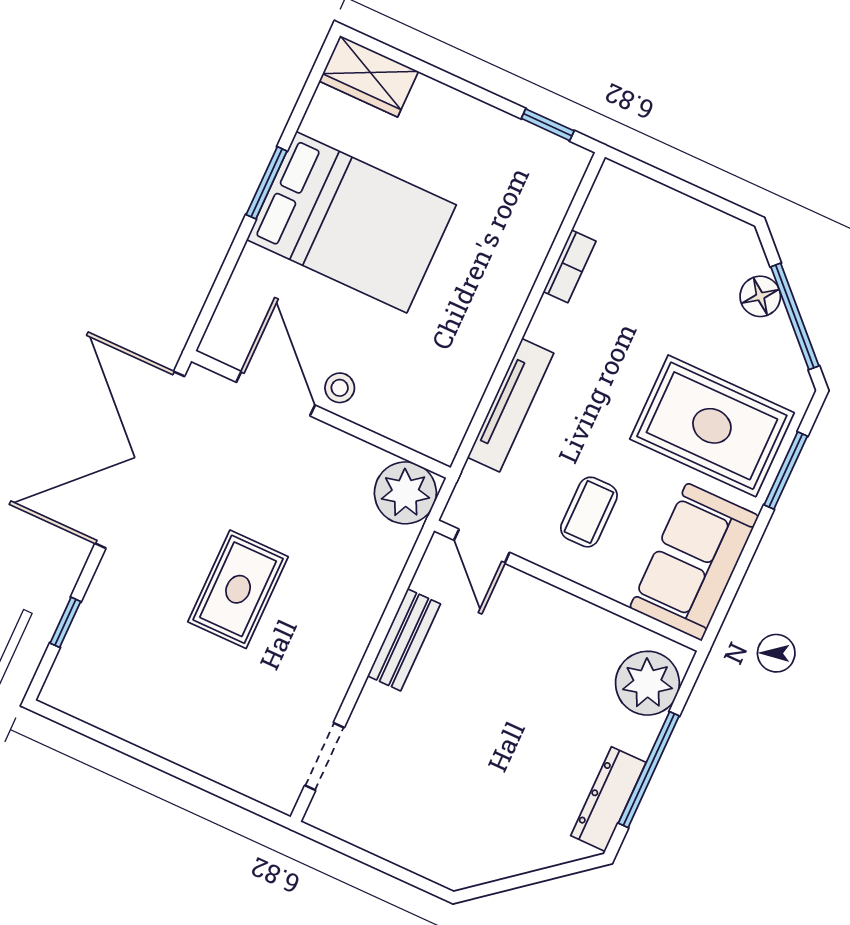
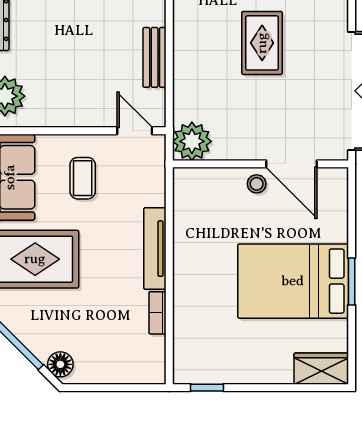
floor lamp: (760, 296) -> (60, 364), moved
tv unit: (511, 405) -> (155, 249), moved

